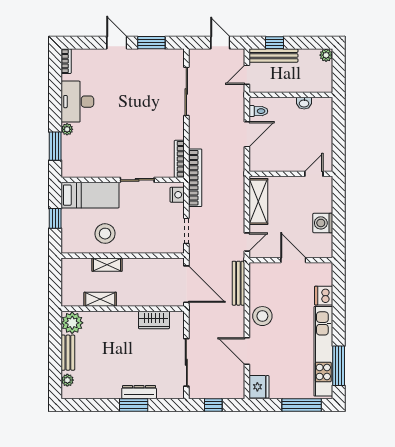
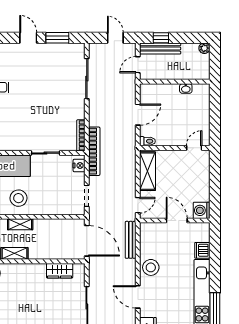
toilet: (258, 111) -> (147, 141), moved
washing machine: (323, 223) -> (202, 210), moved

